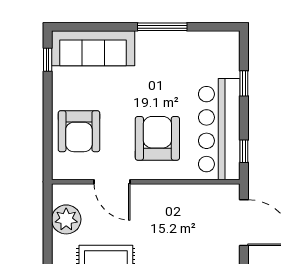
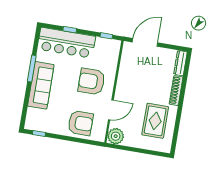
sofa: (93, 48) -> (41, 85), moved
bar counter: (219, 129) -> (66, 43), moved
plant: (66, 219) -> (116, 136), moved

